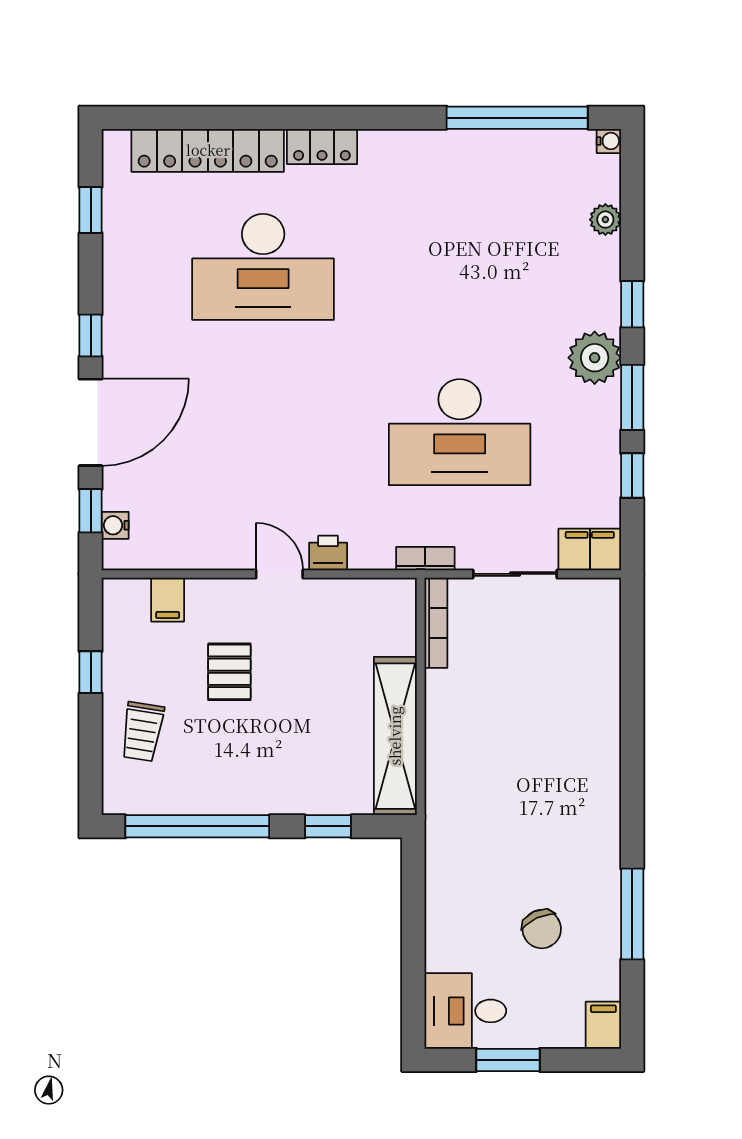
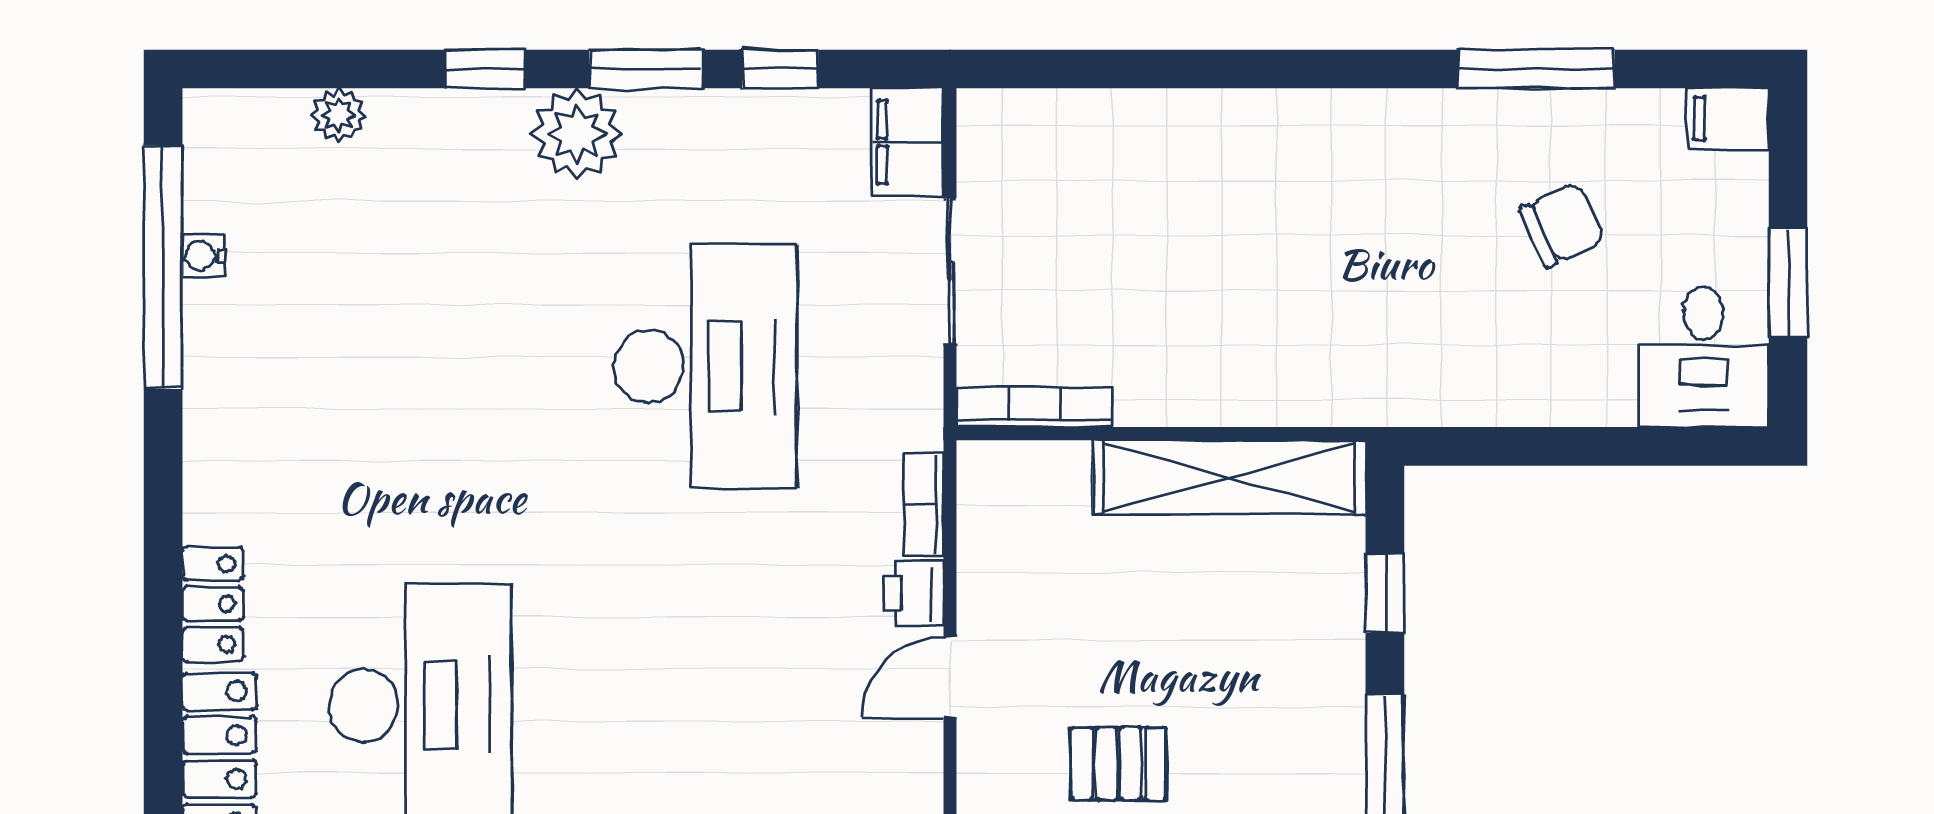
water cooler: (609, 141) -> (203, 256), moved, turned -90
bookcase: (425, 559) -> (923, 505), moved

